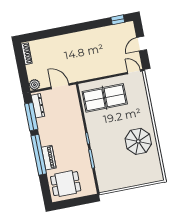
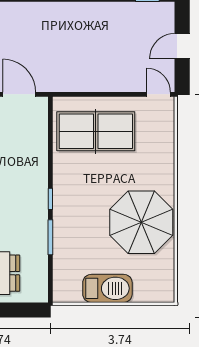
parasol: (138, 141) -> (141, 222), width x1.36, depth x1.36
barbecue: (127, 180) -> (107, 288), added

